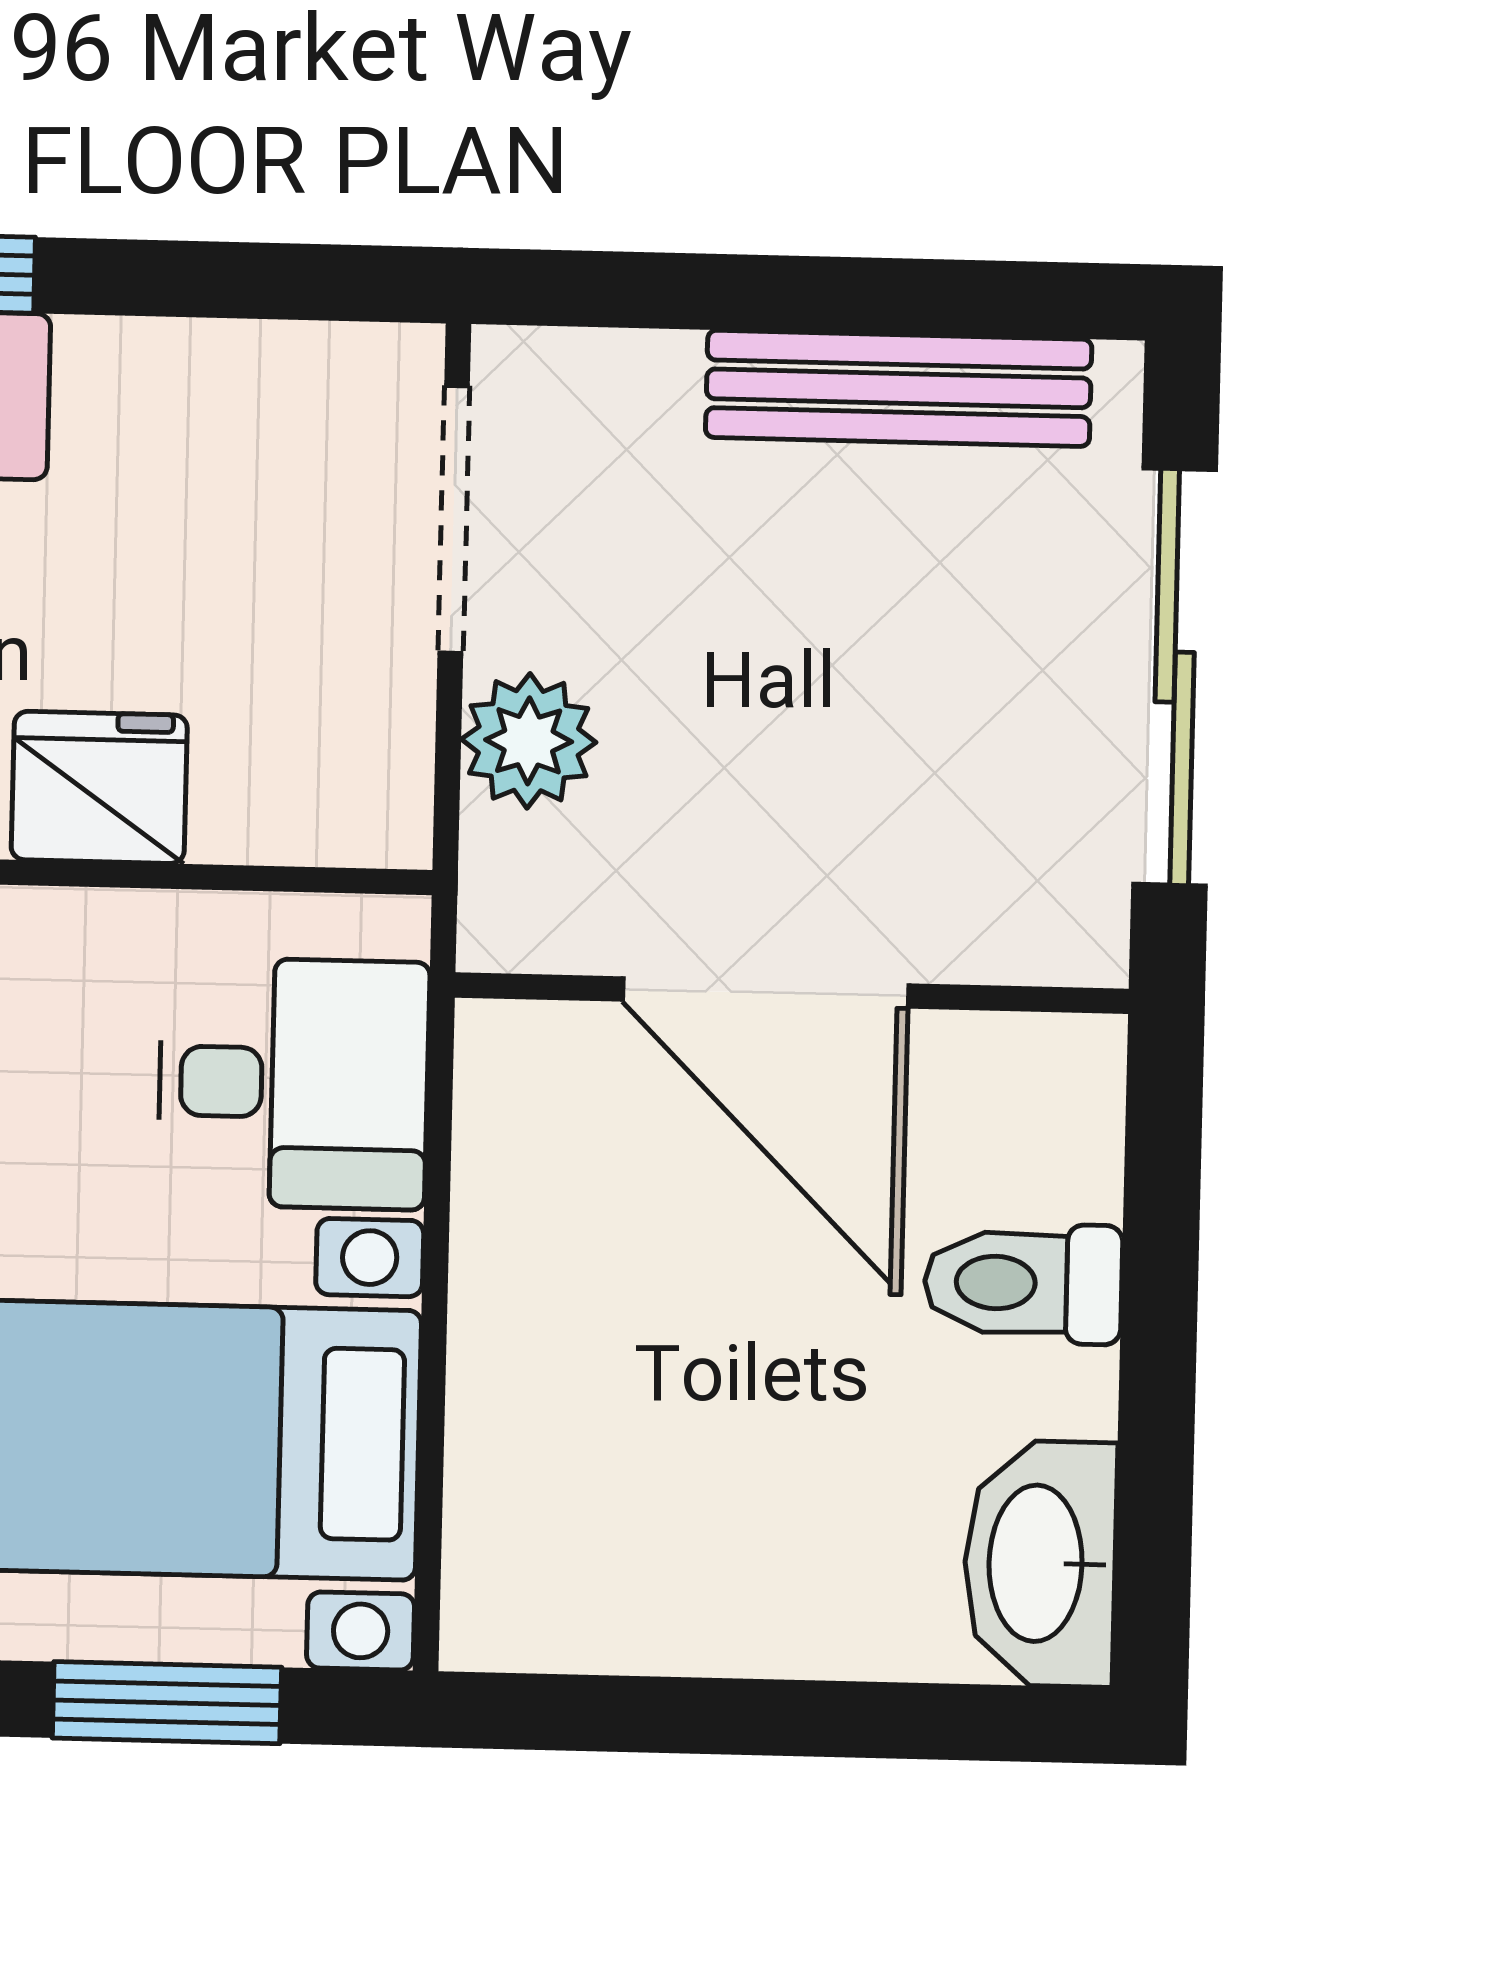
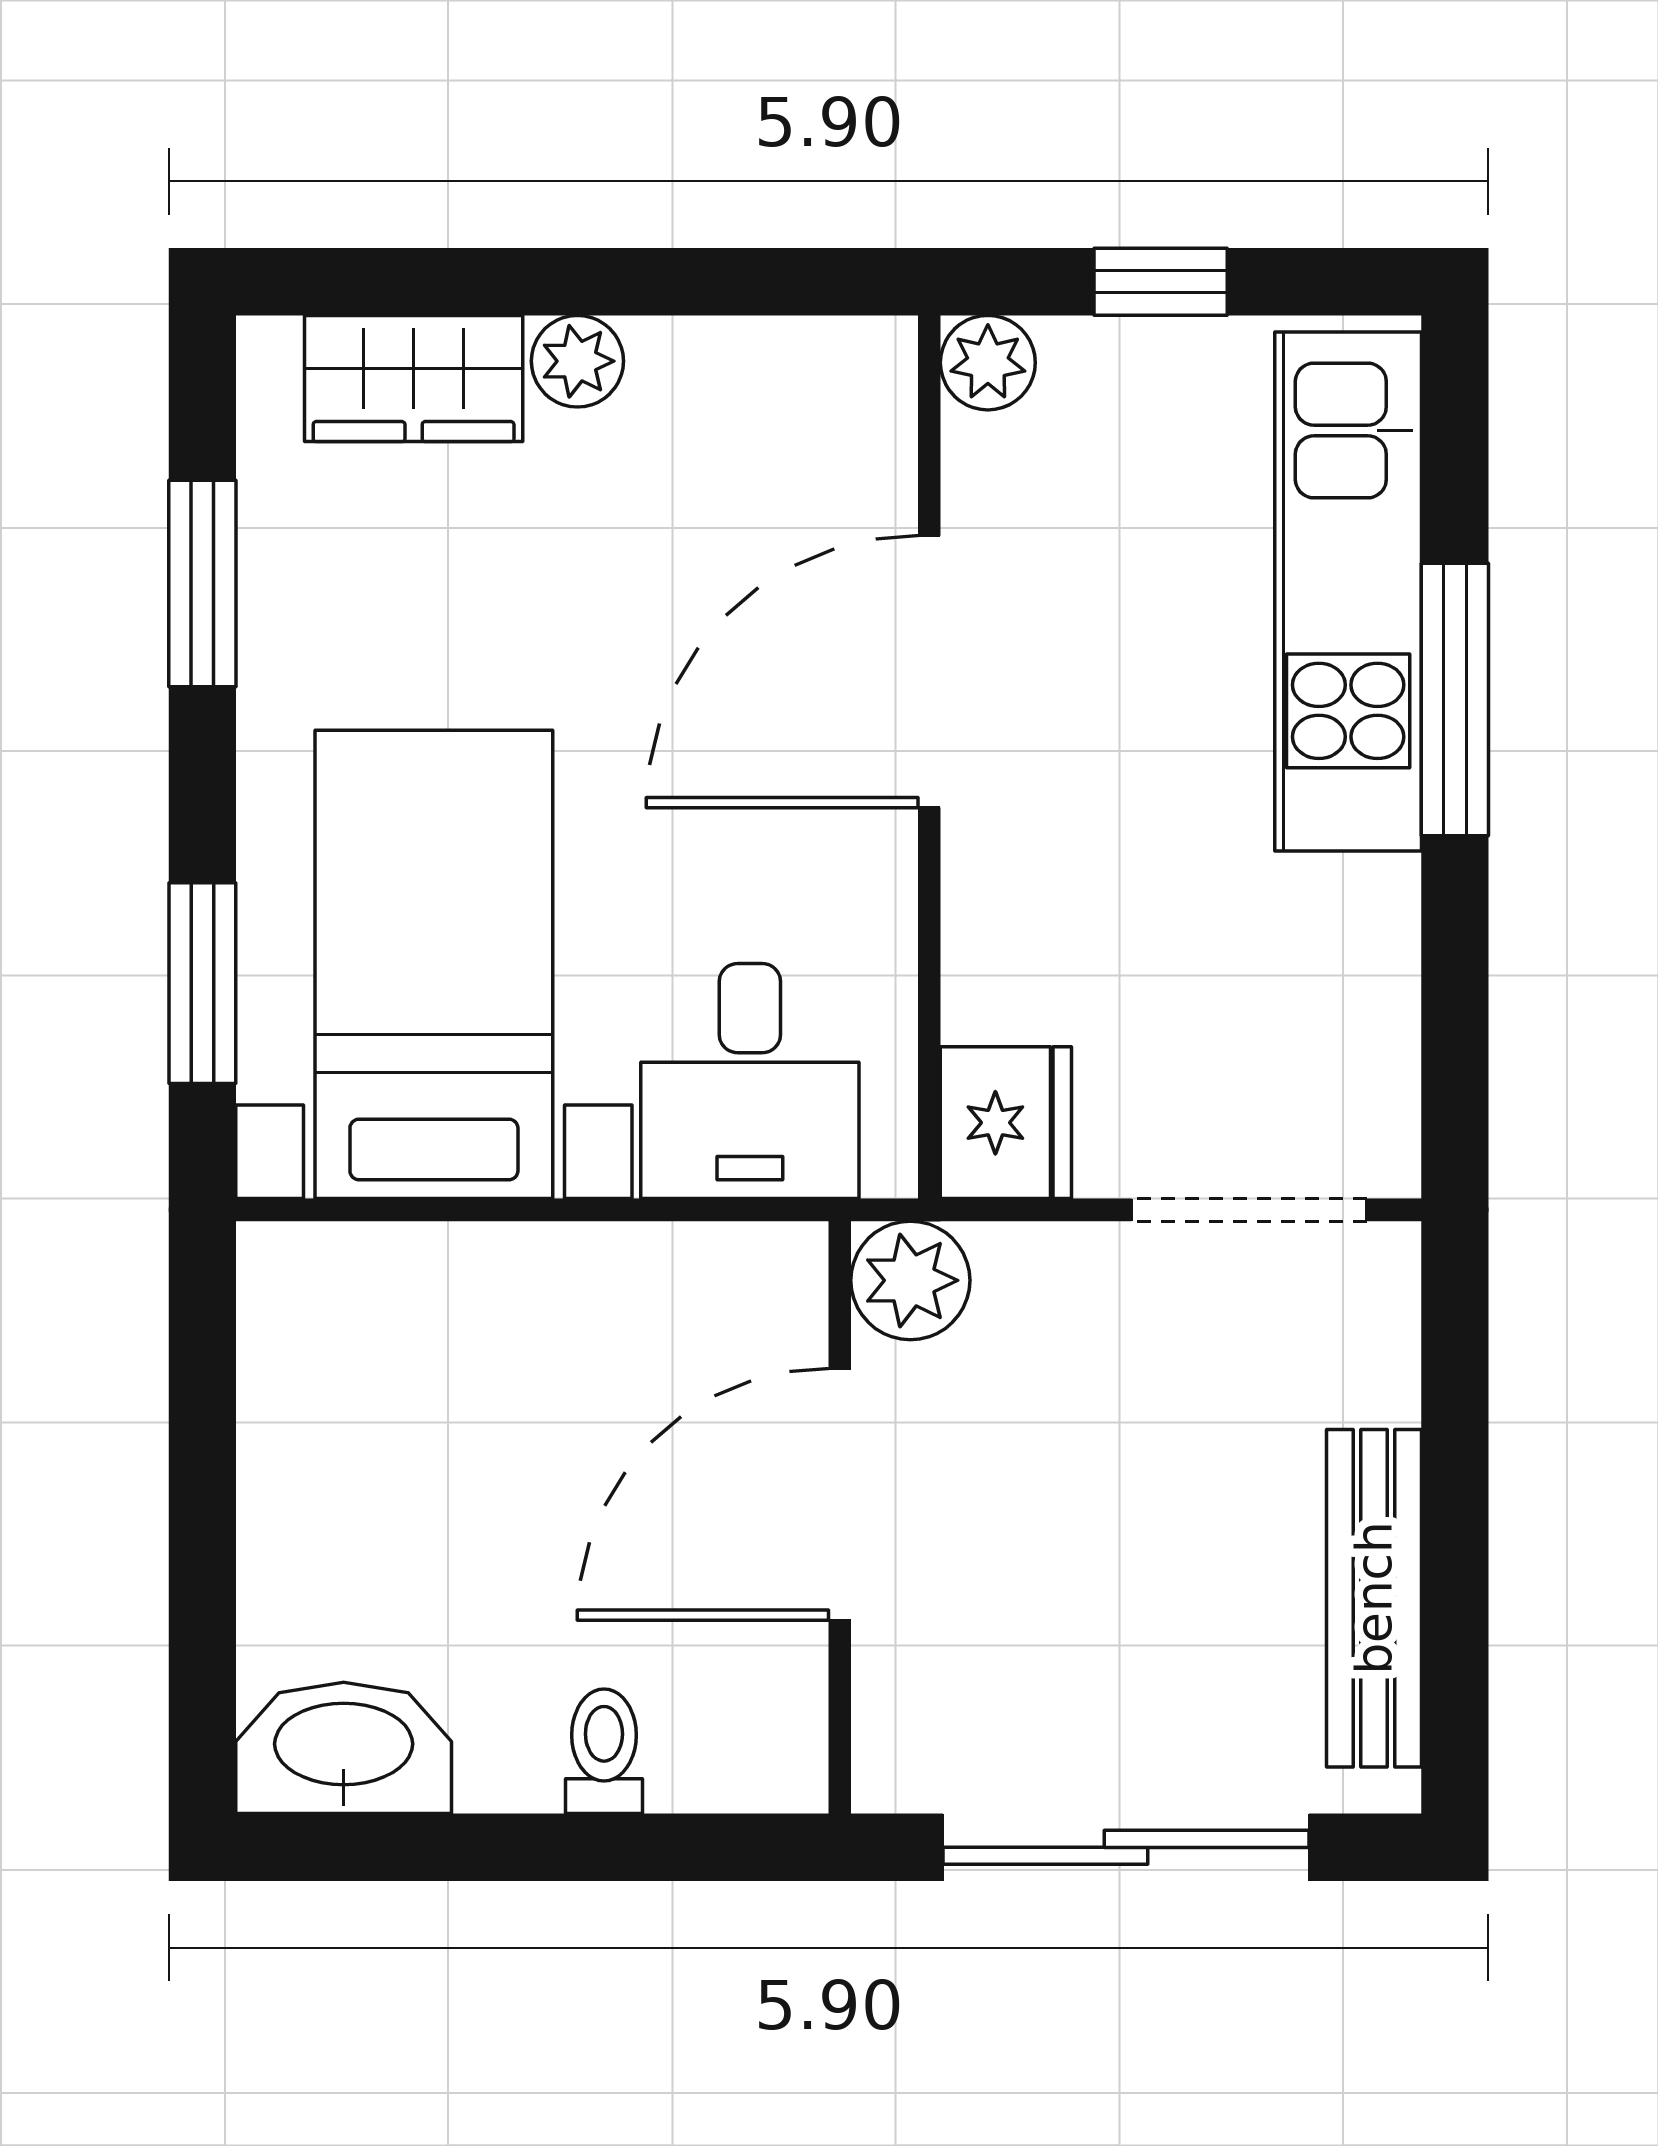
plant: (529, 741) -> (910, 1280), moved
fridge: (99, 787) -> (1006, 1123), moved
toilet: (1023, 1283) -> (604, 1751), width x0.73, depth x0.72

